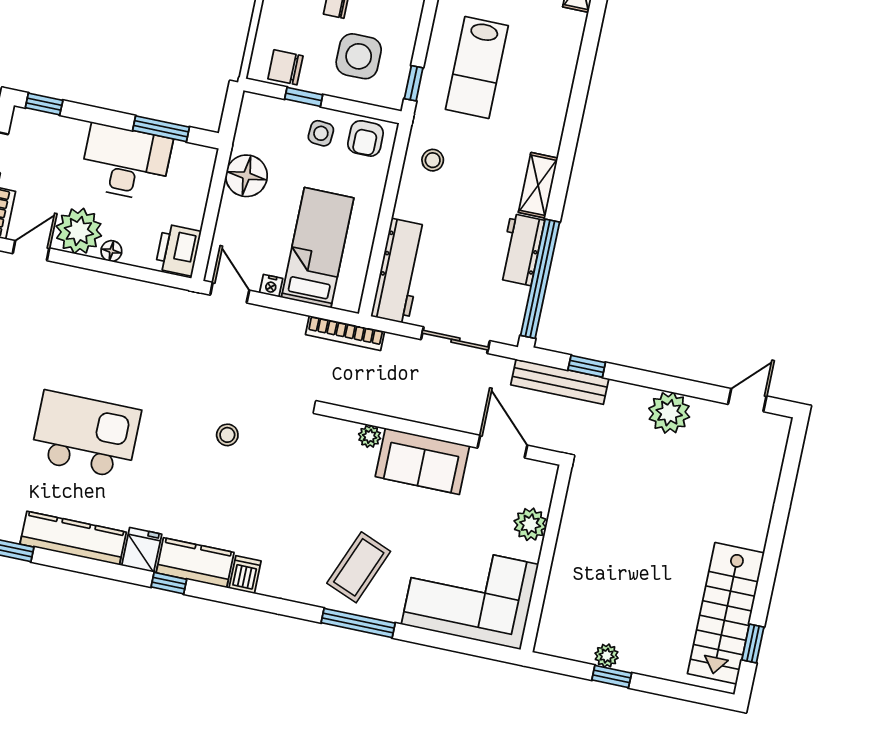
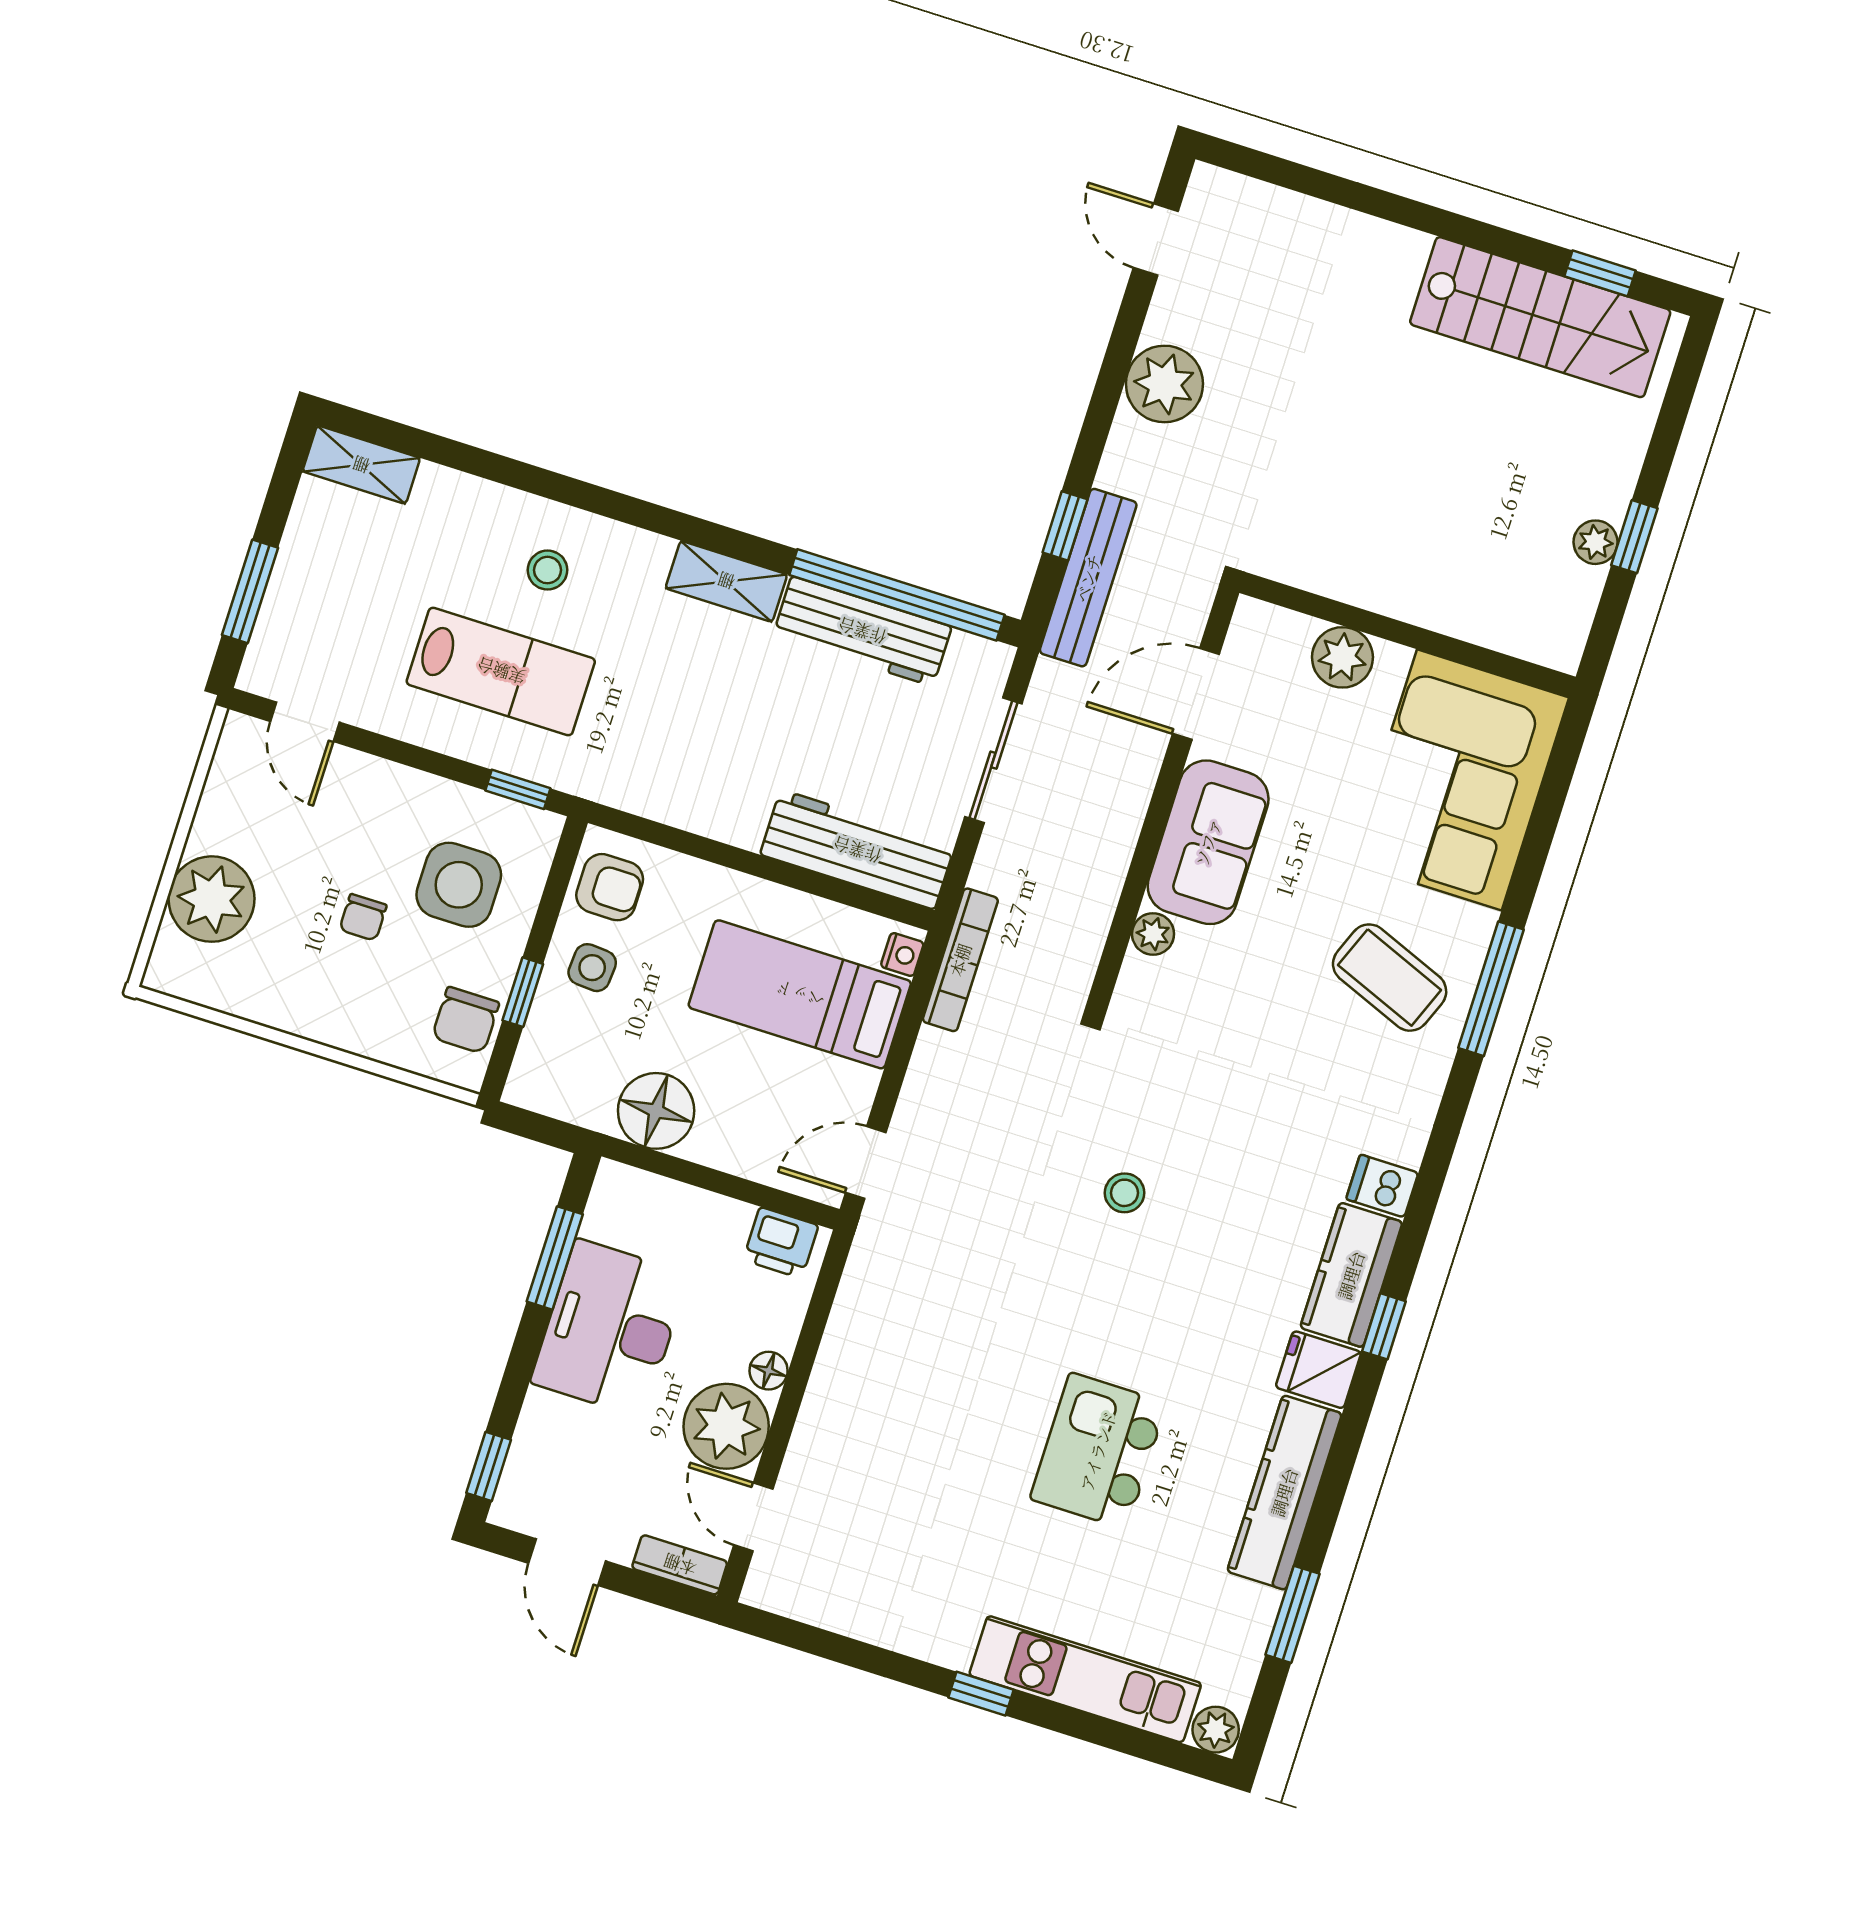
stool: (433, 160) -> (548, 570), moved
printer: (178, 250) -> (781, 1243), width x0.73, depth x0.81
workbench: (521, 250) -> (862, 631), width x1.38
nightstand: (271, 286) -> (902, 955), moved
kitchen island: (86, 435) -> (1098, 1451), width x0.73, depth x0.78

